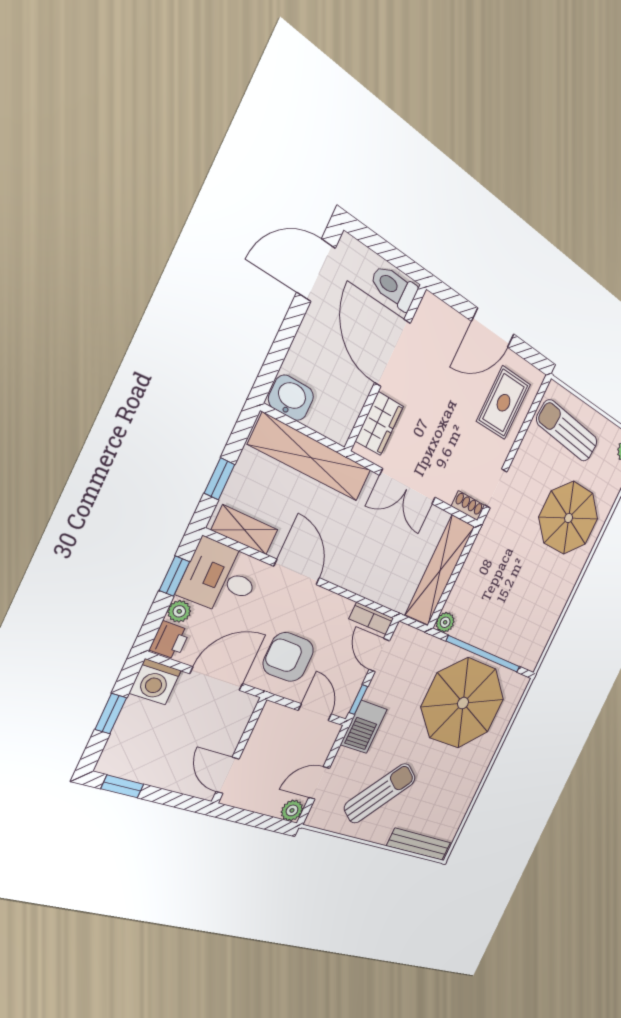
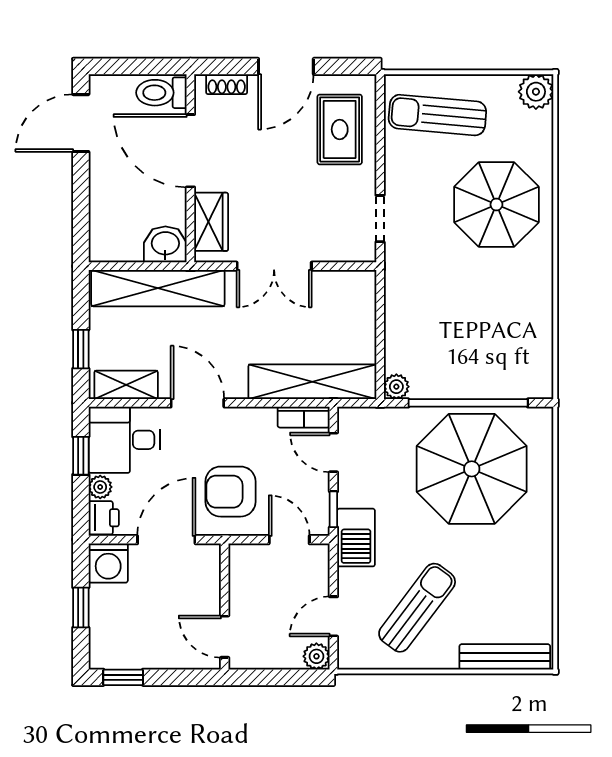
washbasin: (291, 398) -> (165, 244), moved
shoe rack: (468, 506) -> (227, 84), moved, turned 180
shelving: (440, 570) -> (312, 382), moved, turned 90

